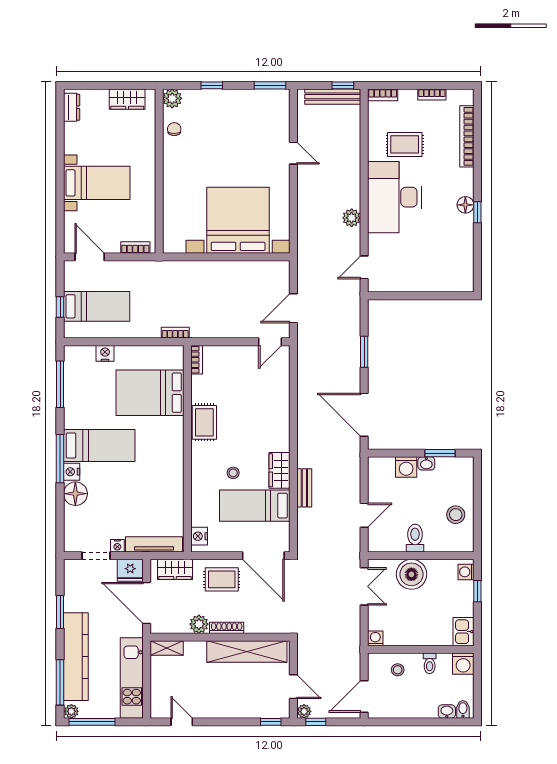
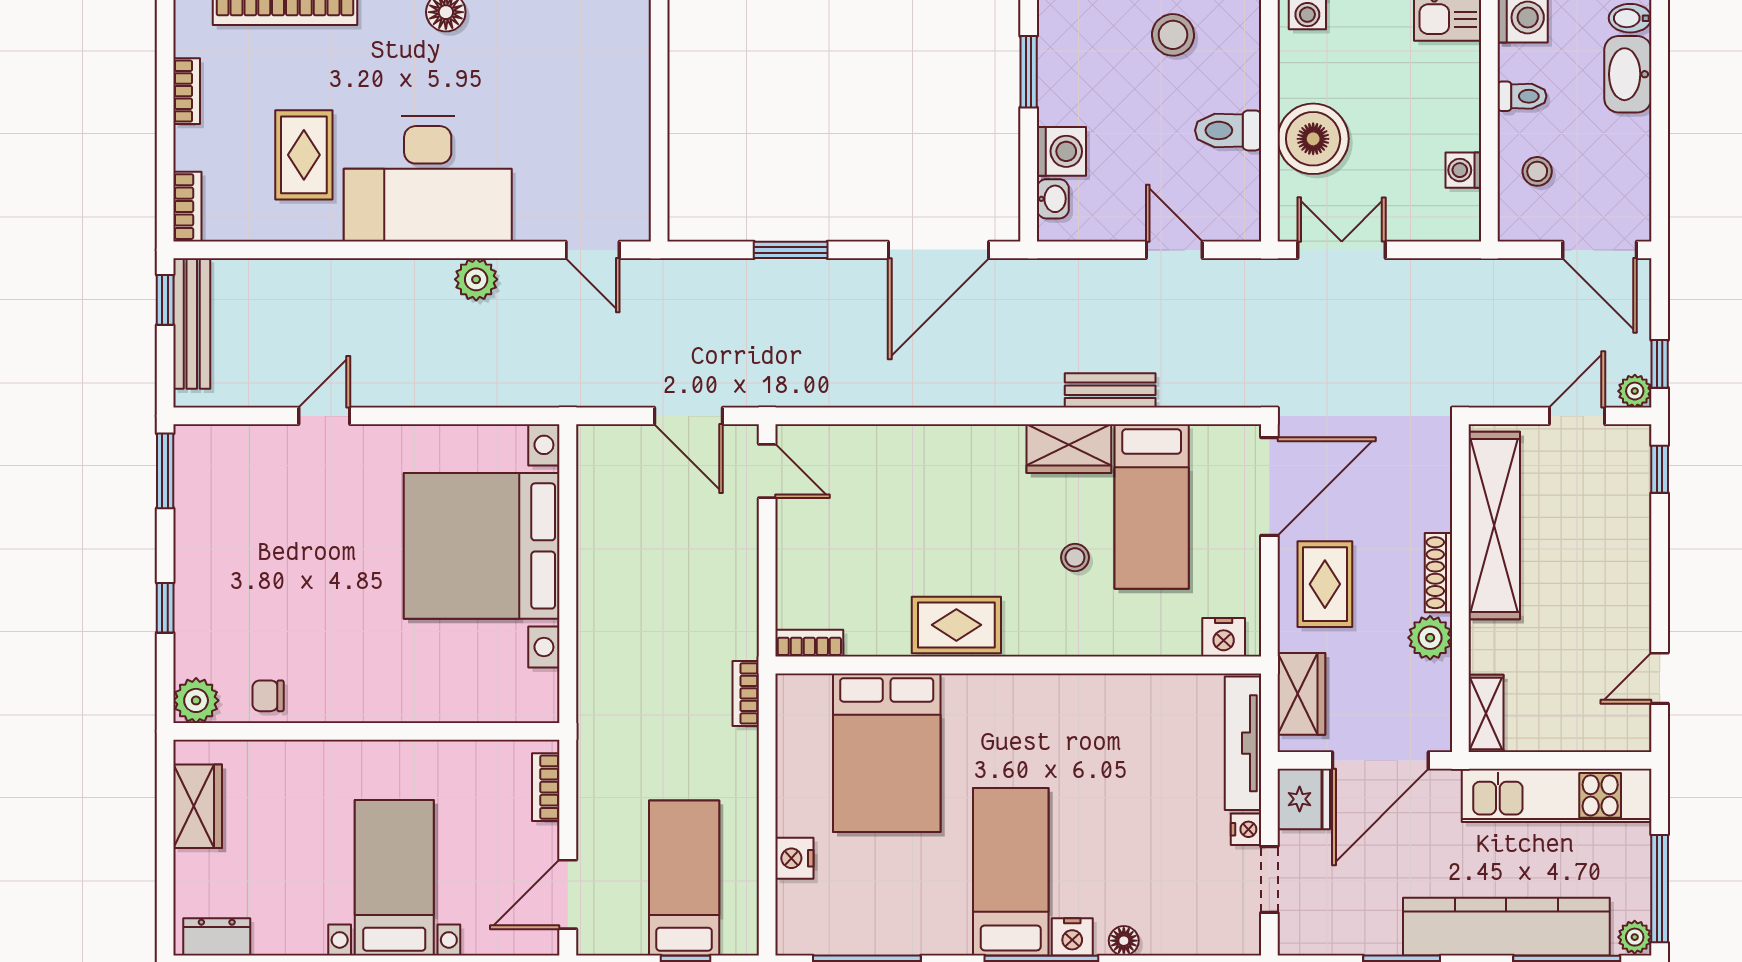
washbasin: (426, 463) -> (1053, 199), moved
floor lamp: (75, 494) -> (1124, 941), width x0.53, depth x0.53
washing machine: (375, 638) -> (1463, 170), moved
washbasin: (447, 712) -> (1628, 74), width x1.91, depth x1.45

